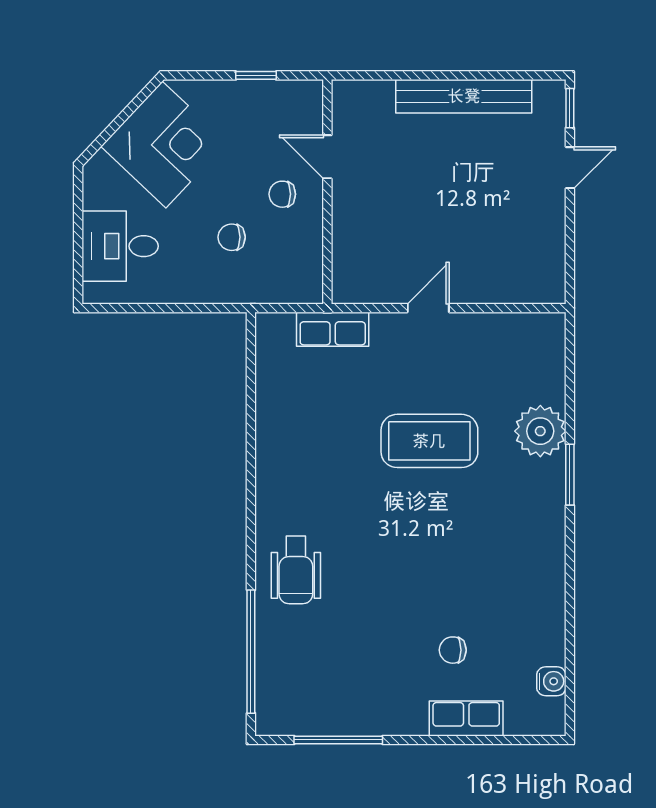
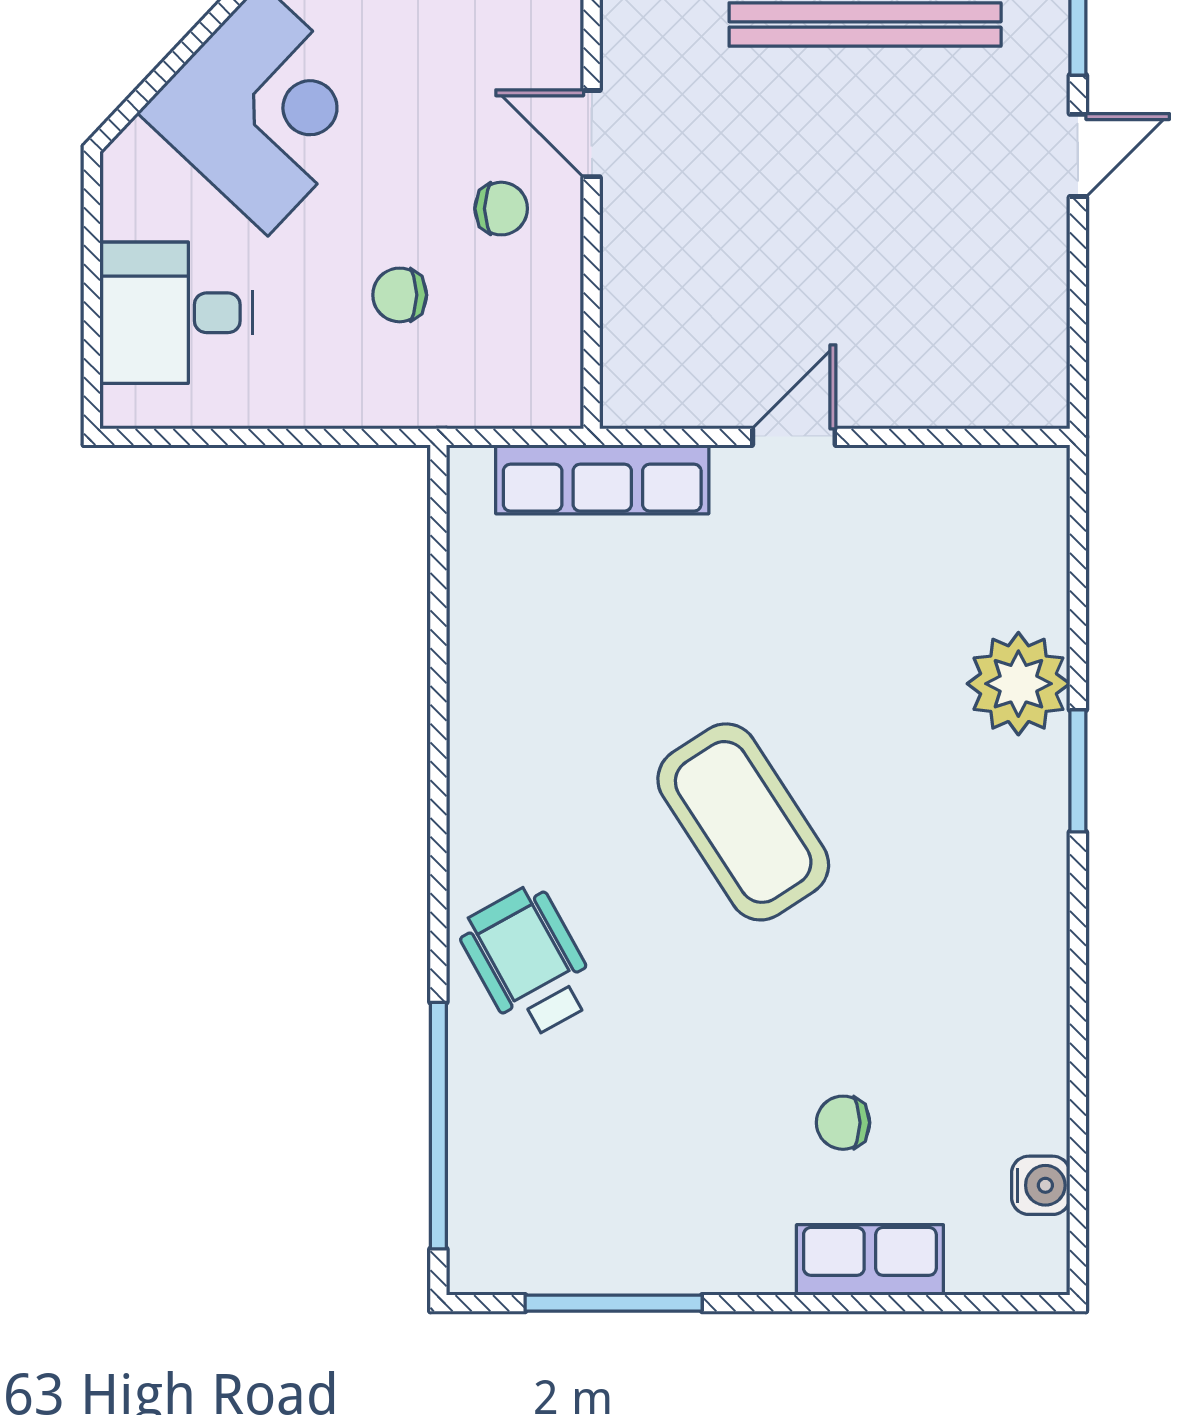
chair: (282, 194) -> (501, 209), turned 180
row of seats: (333, 329) -> (602, 479), width x1.48
coffee table: (429, 441) -> (743, 822), moved, turned 57
wheelchair: (296, 570) -> (528, 962), turned 151

